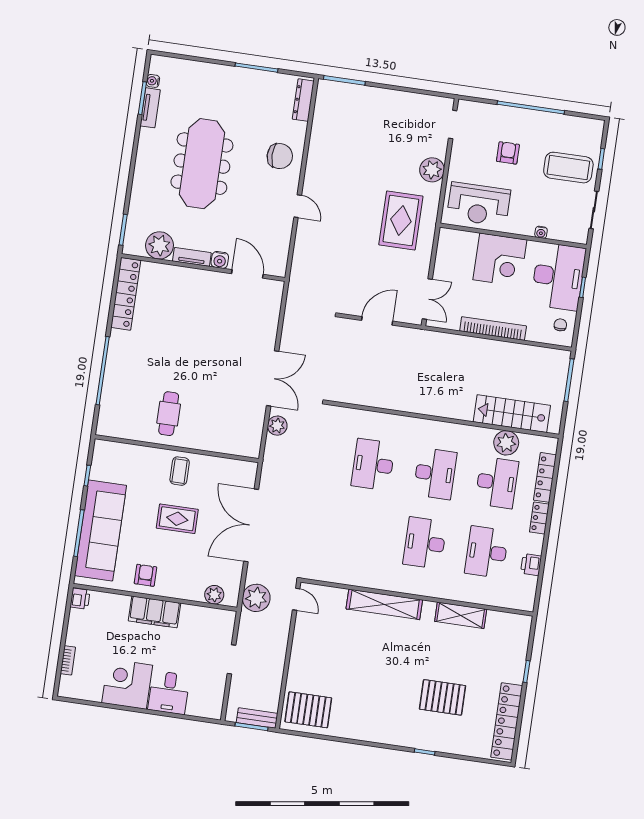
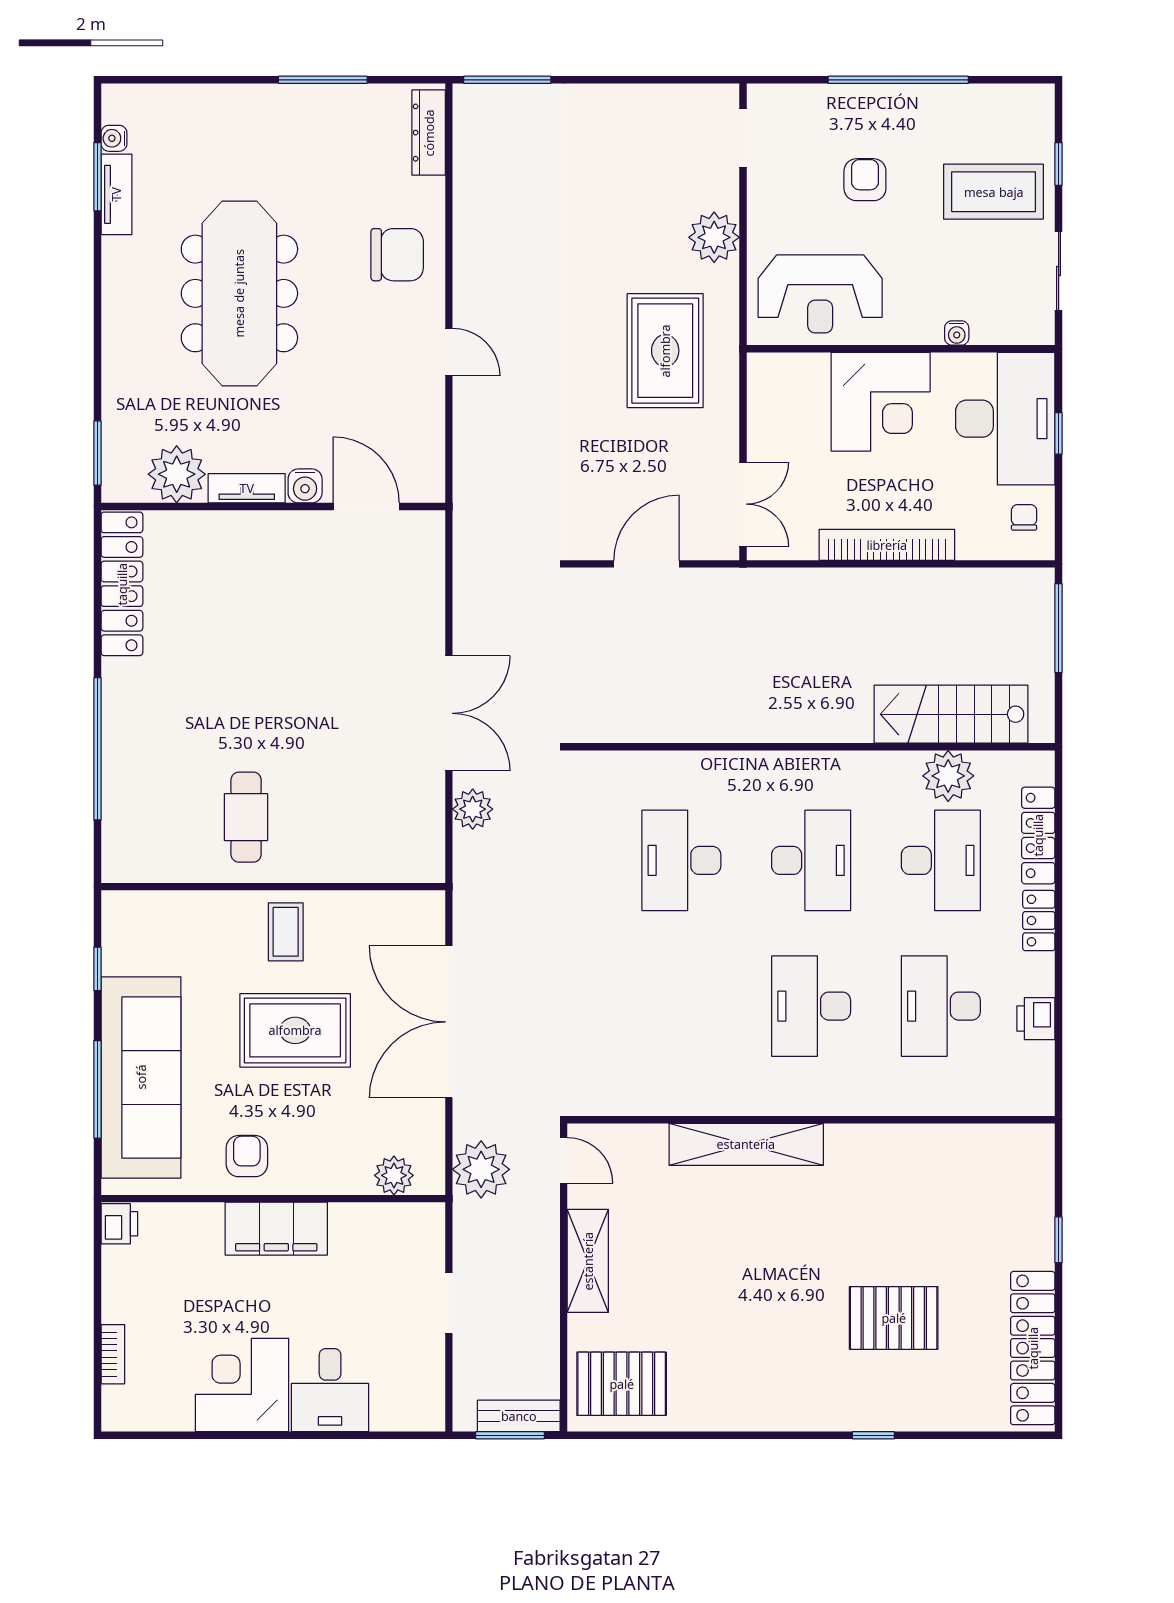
rug: (177, 519) -> (295, 1030), width x1.36, depth x1.43
shelving: (461, 615) -> (588, 1261), moved, turned 90

